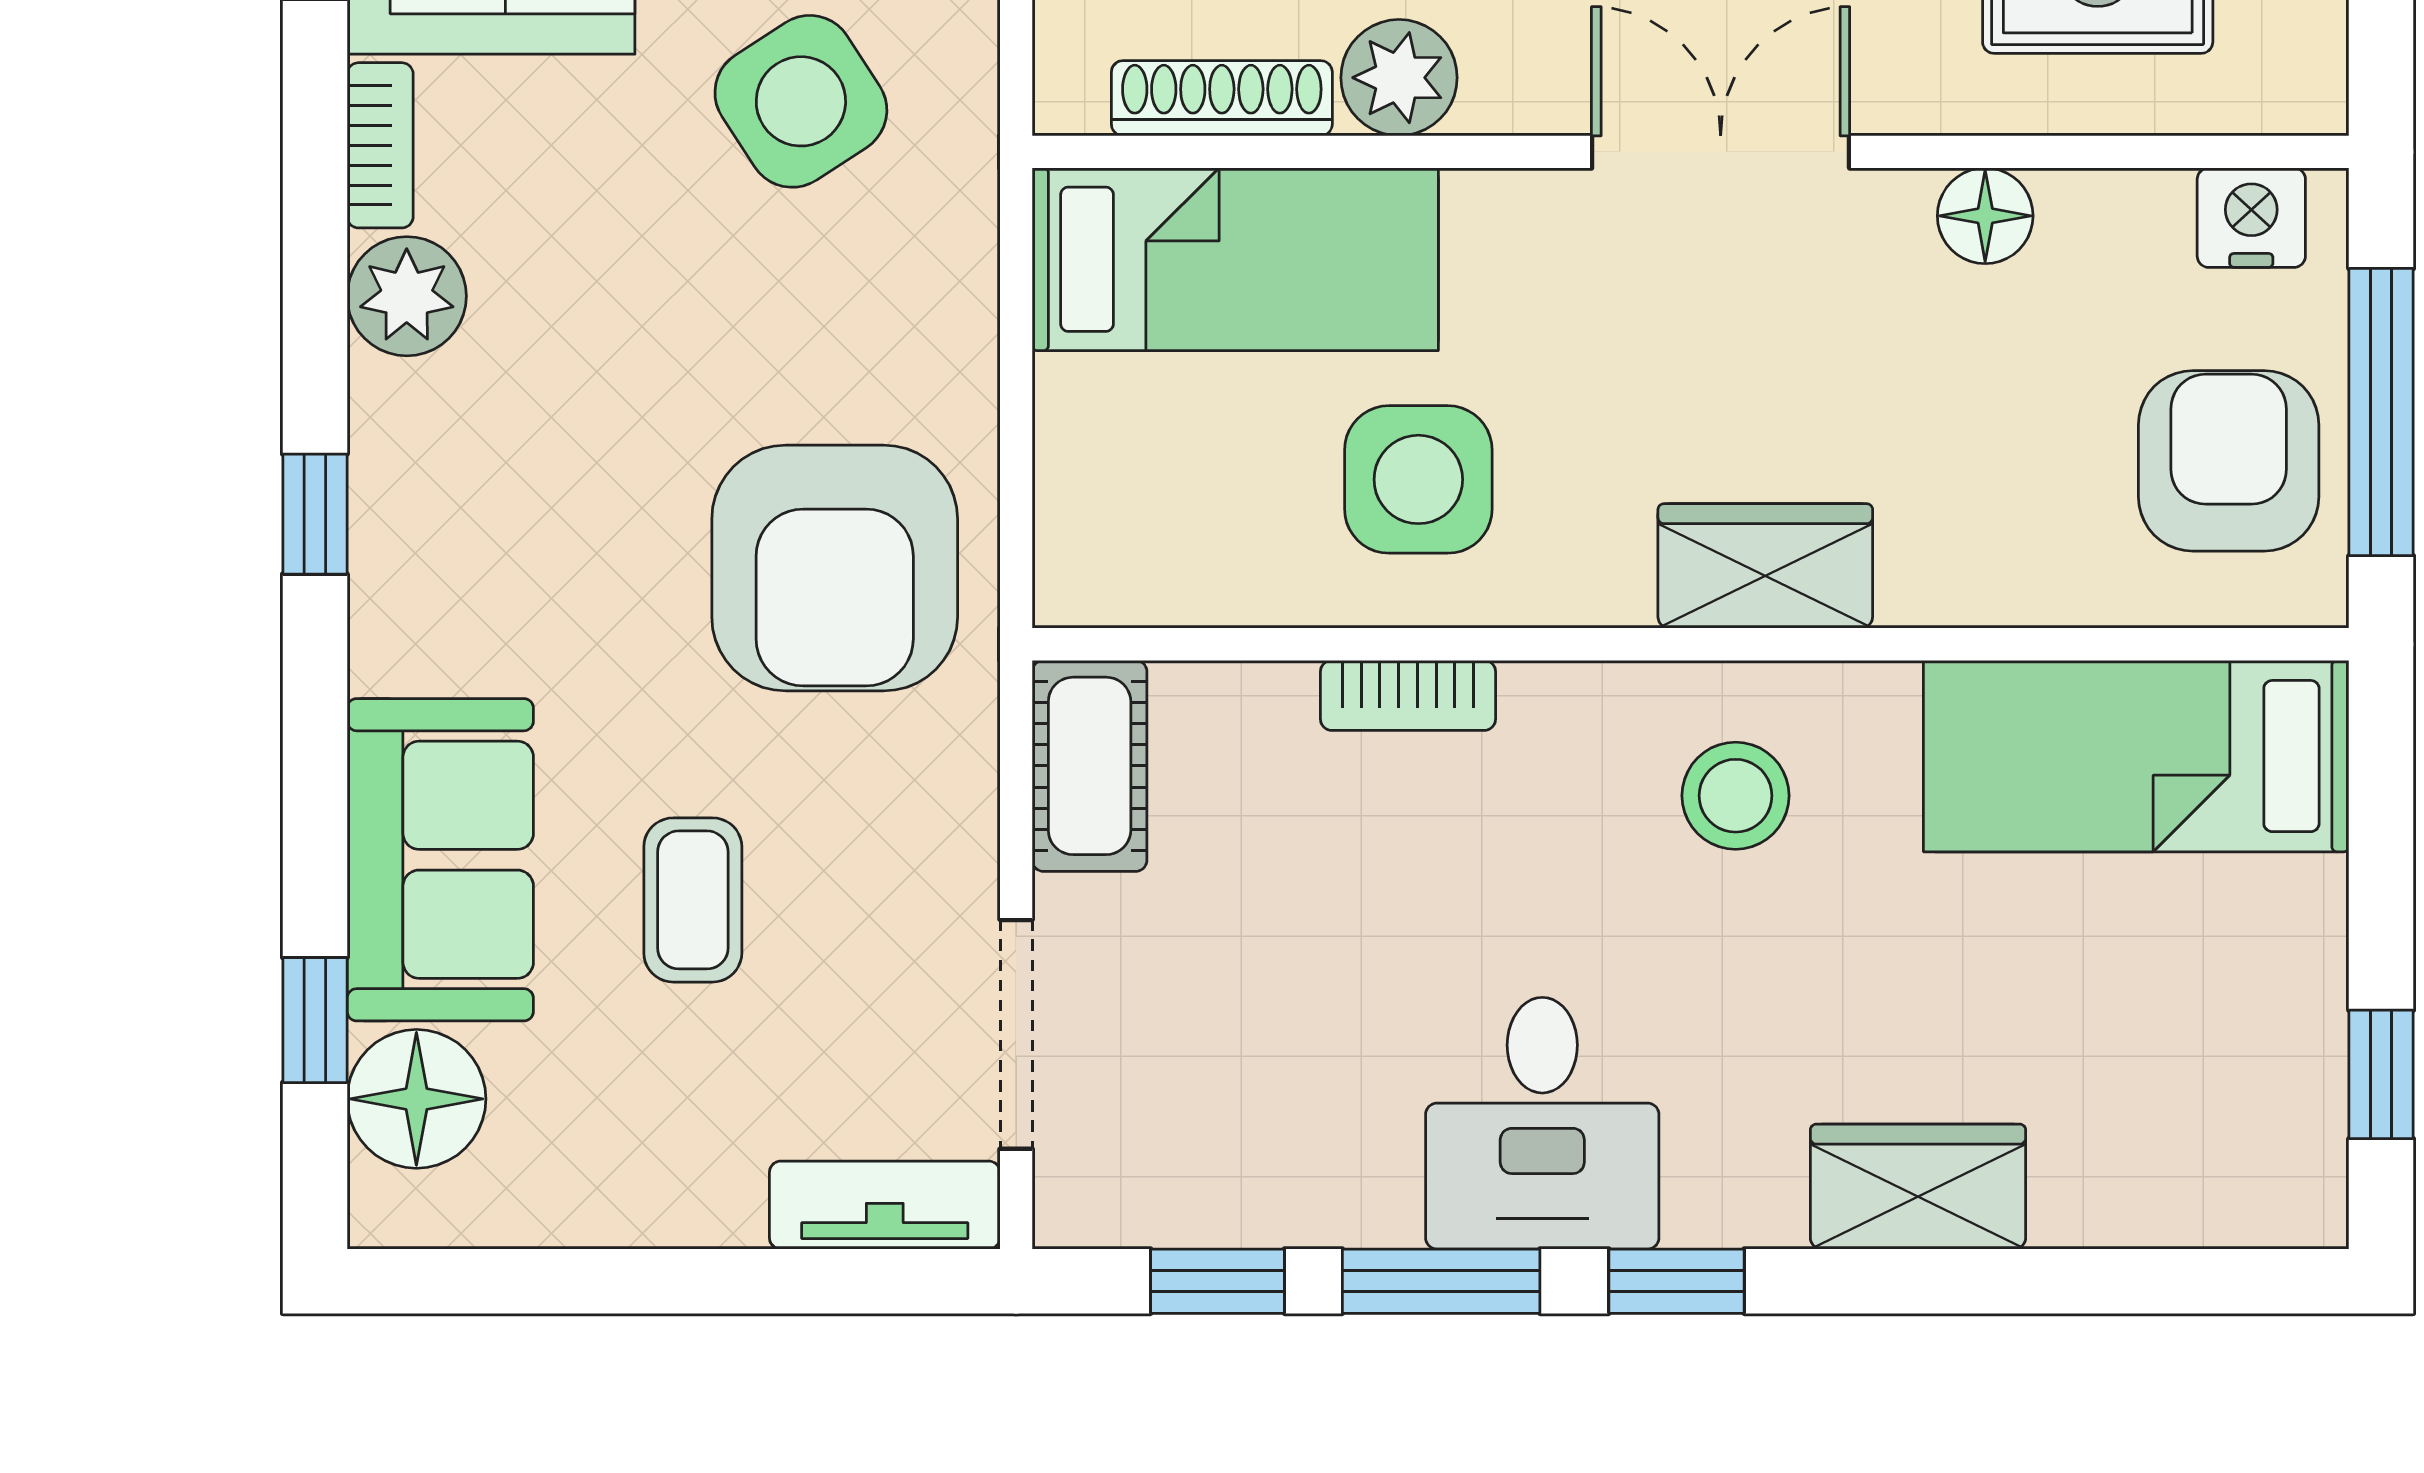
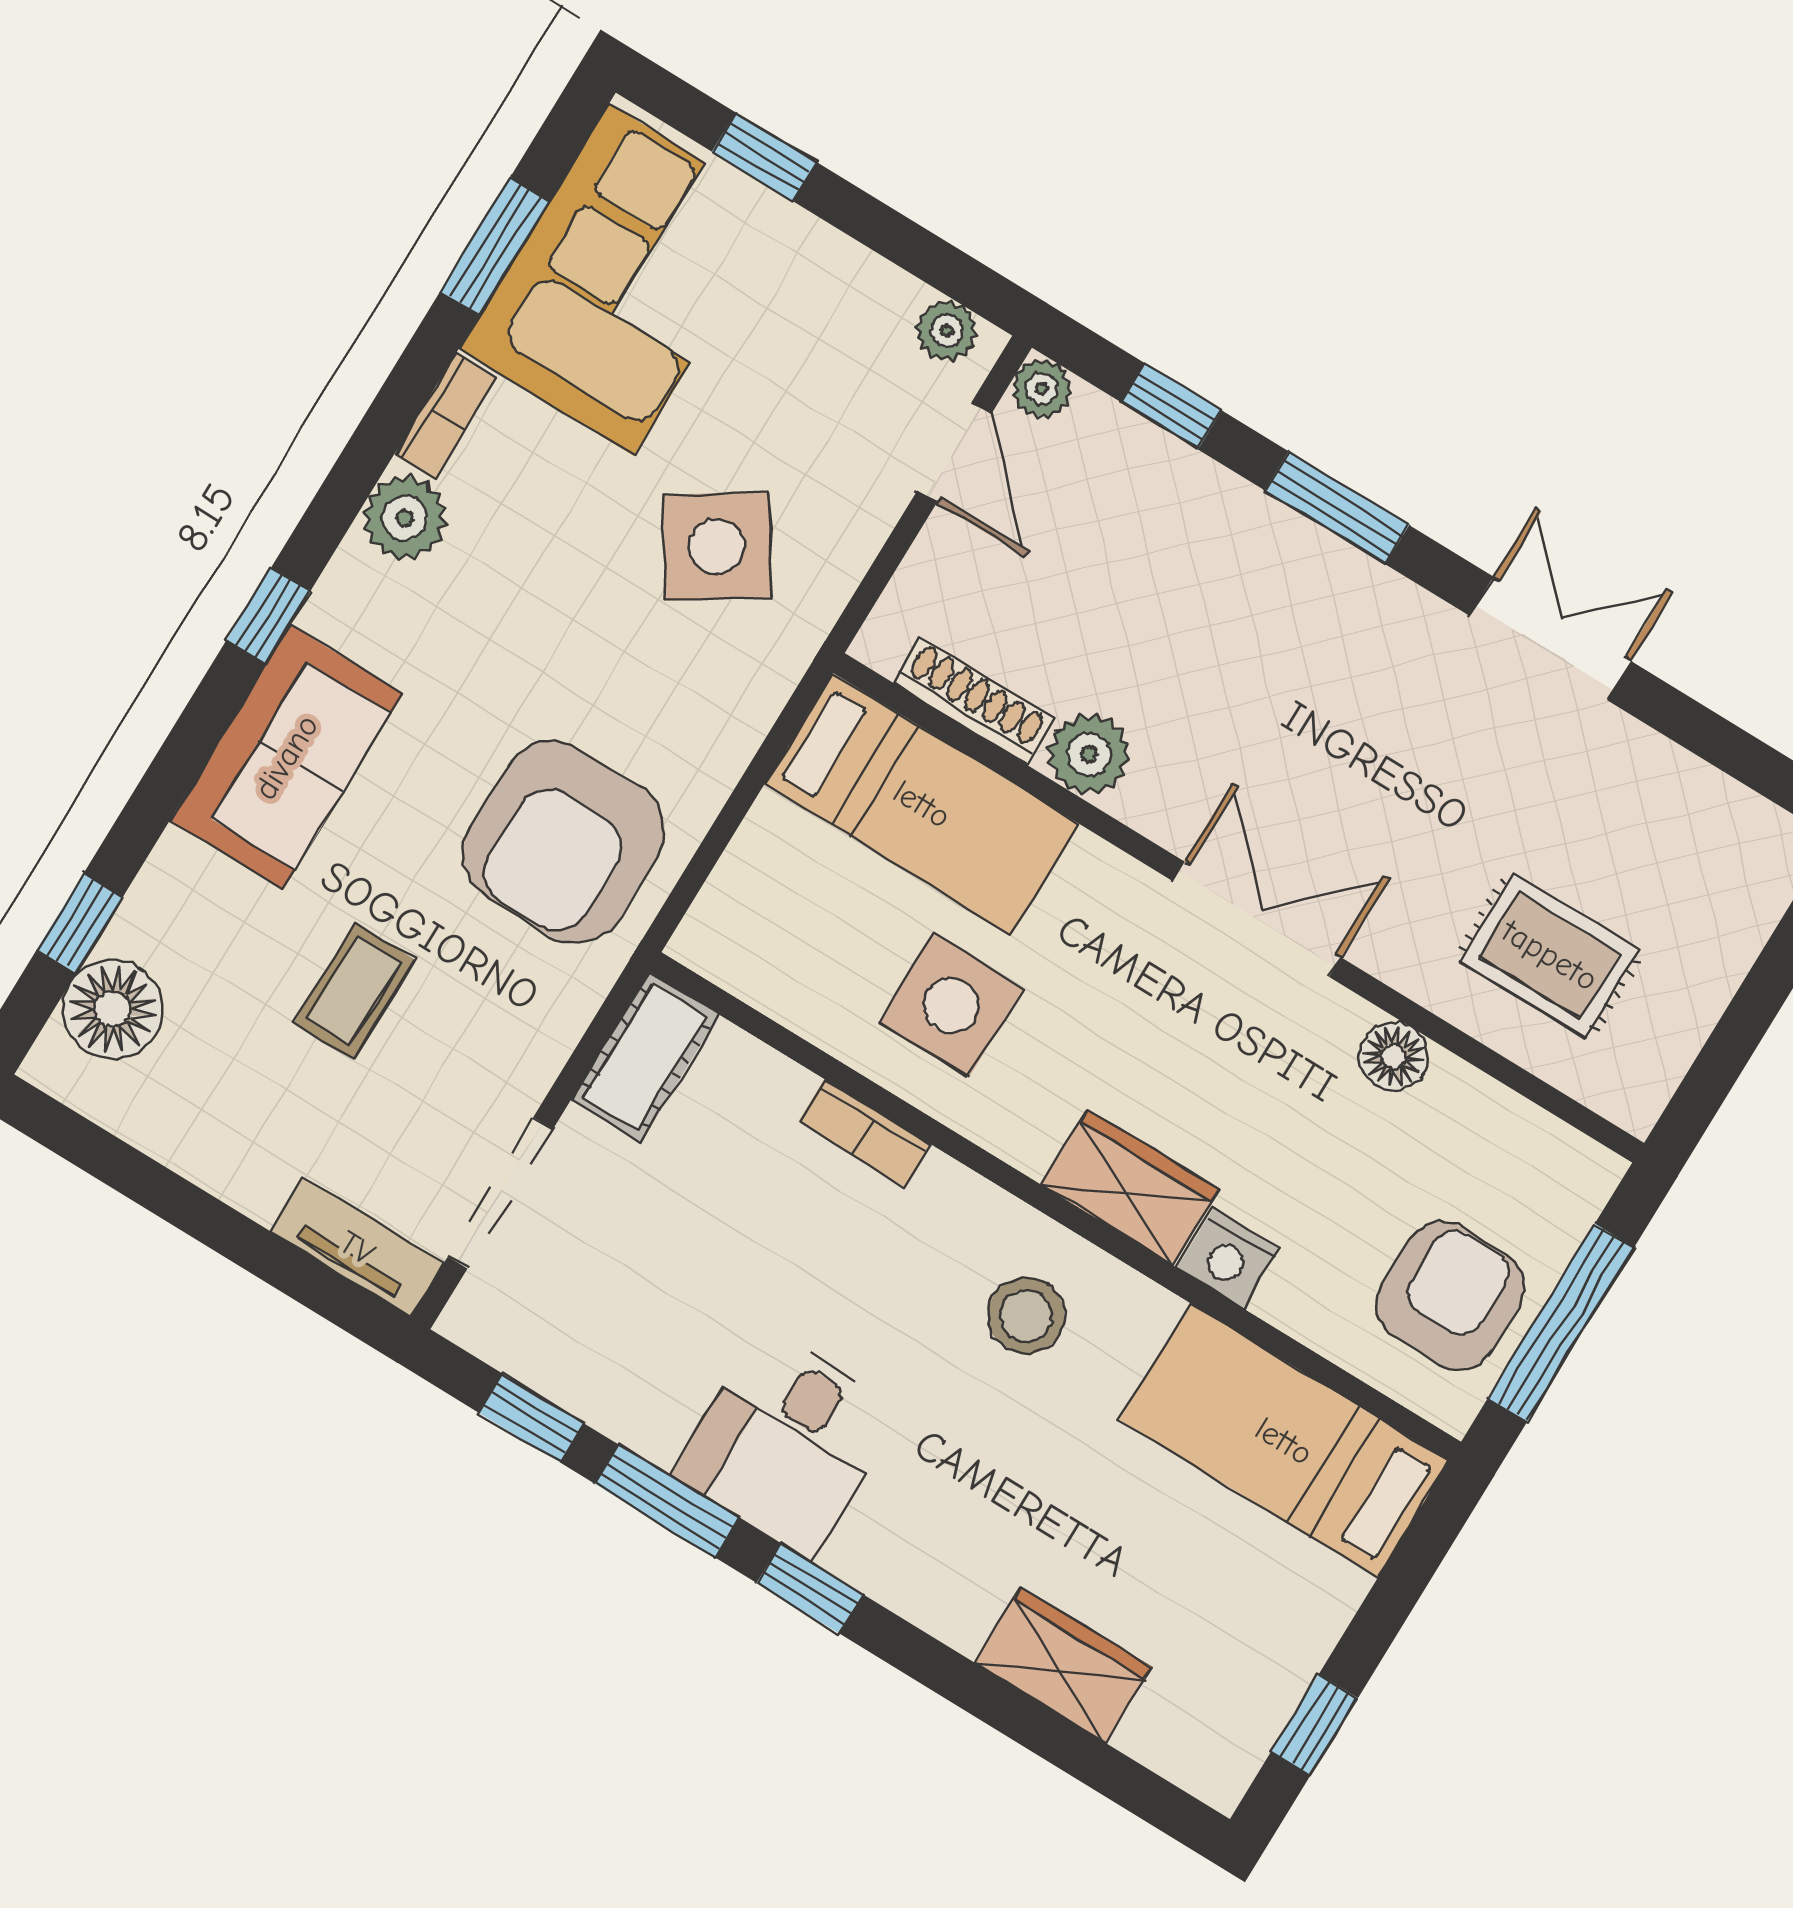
nightstand: (2251, 218) -> (1228, 1258), moved, turned 180
sofa: (440, 860) -> (286, 757), moved
wardrobe: (1918, 1187) -> (1063, 1665), moved

